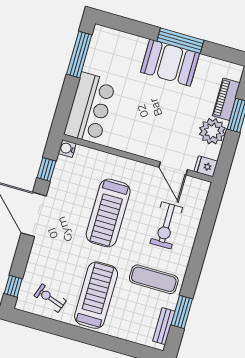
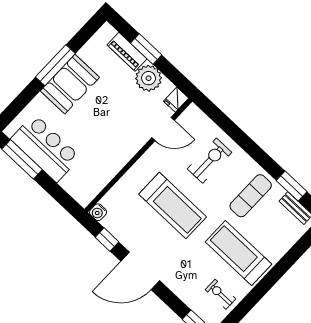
bar counter: (90, 108) -> (45, 148), moved
exercise bike: (166, 225) -> (210, 161), turned -90
exercise bike: (50, 298) -> (221, 294), turned 71

